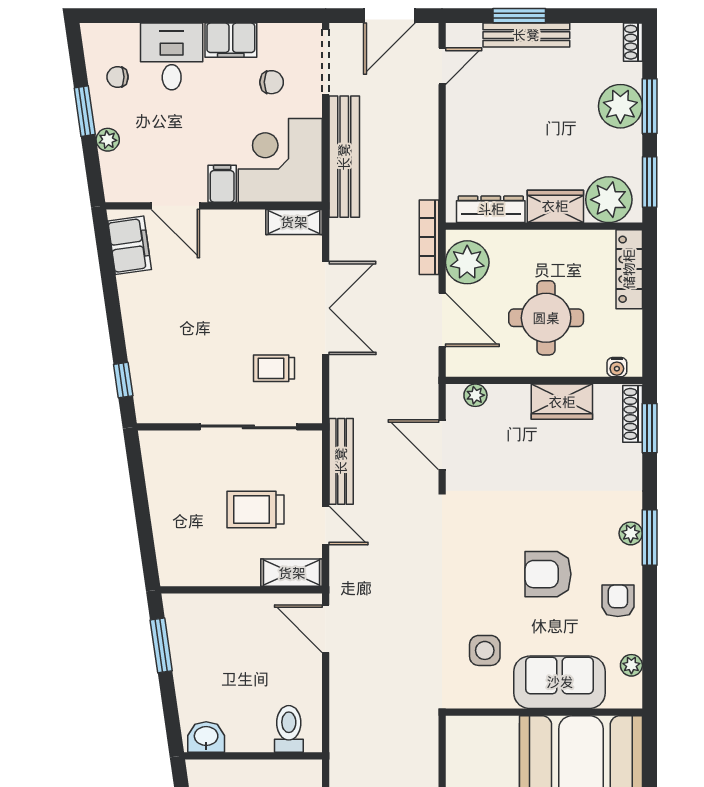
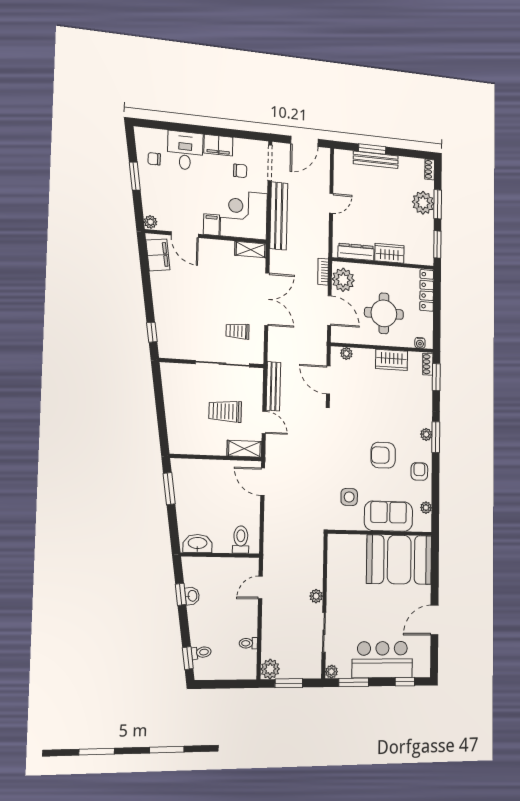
door: (442, 66) -> (331, 203), moved
plant: (108, 140) -> (151, 222), moved
plant: (609, 200) -> (417, 252), removed
bookcase: (429, 237) -> (323, 272), width x0.64
shoe rack: (633, 414) -> (428, 364), width x0.70
washbasin: (206, 737) -> (198, 544), width x1.38

